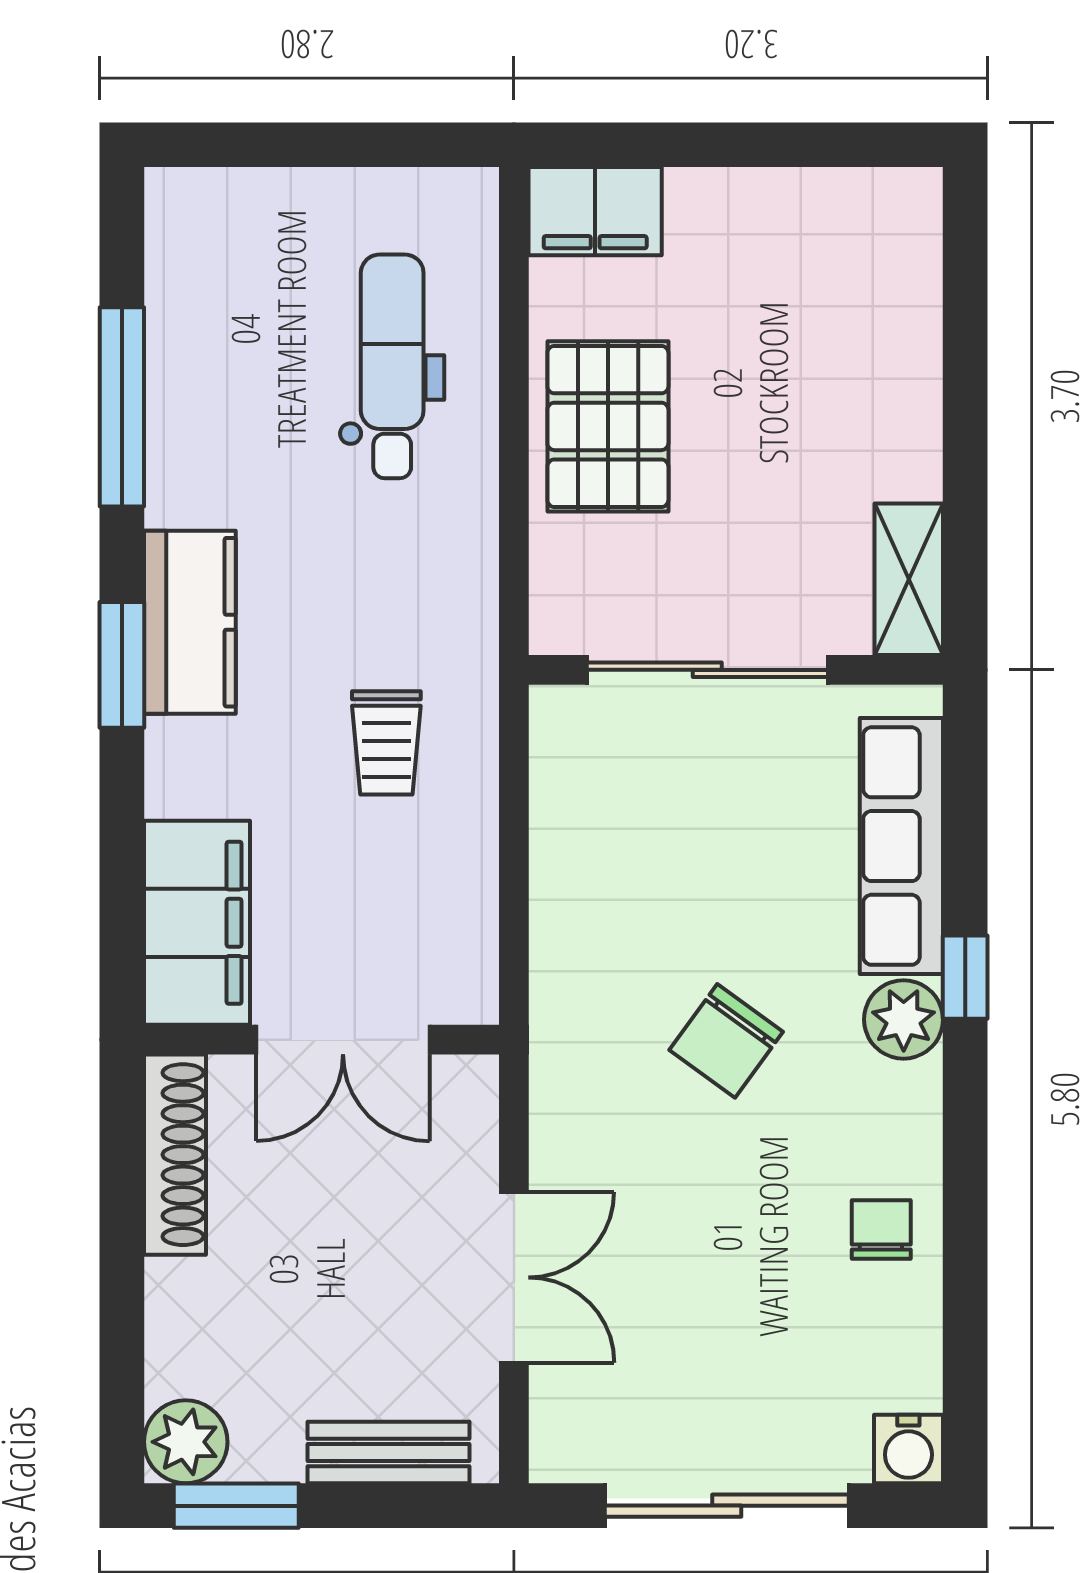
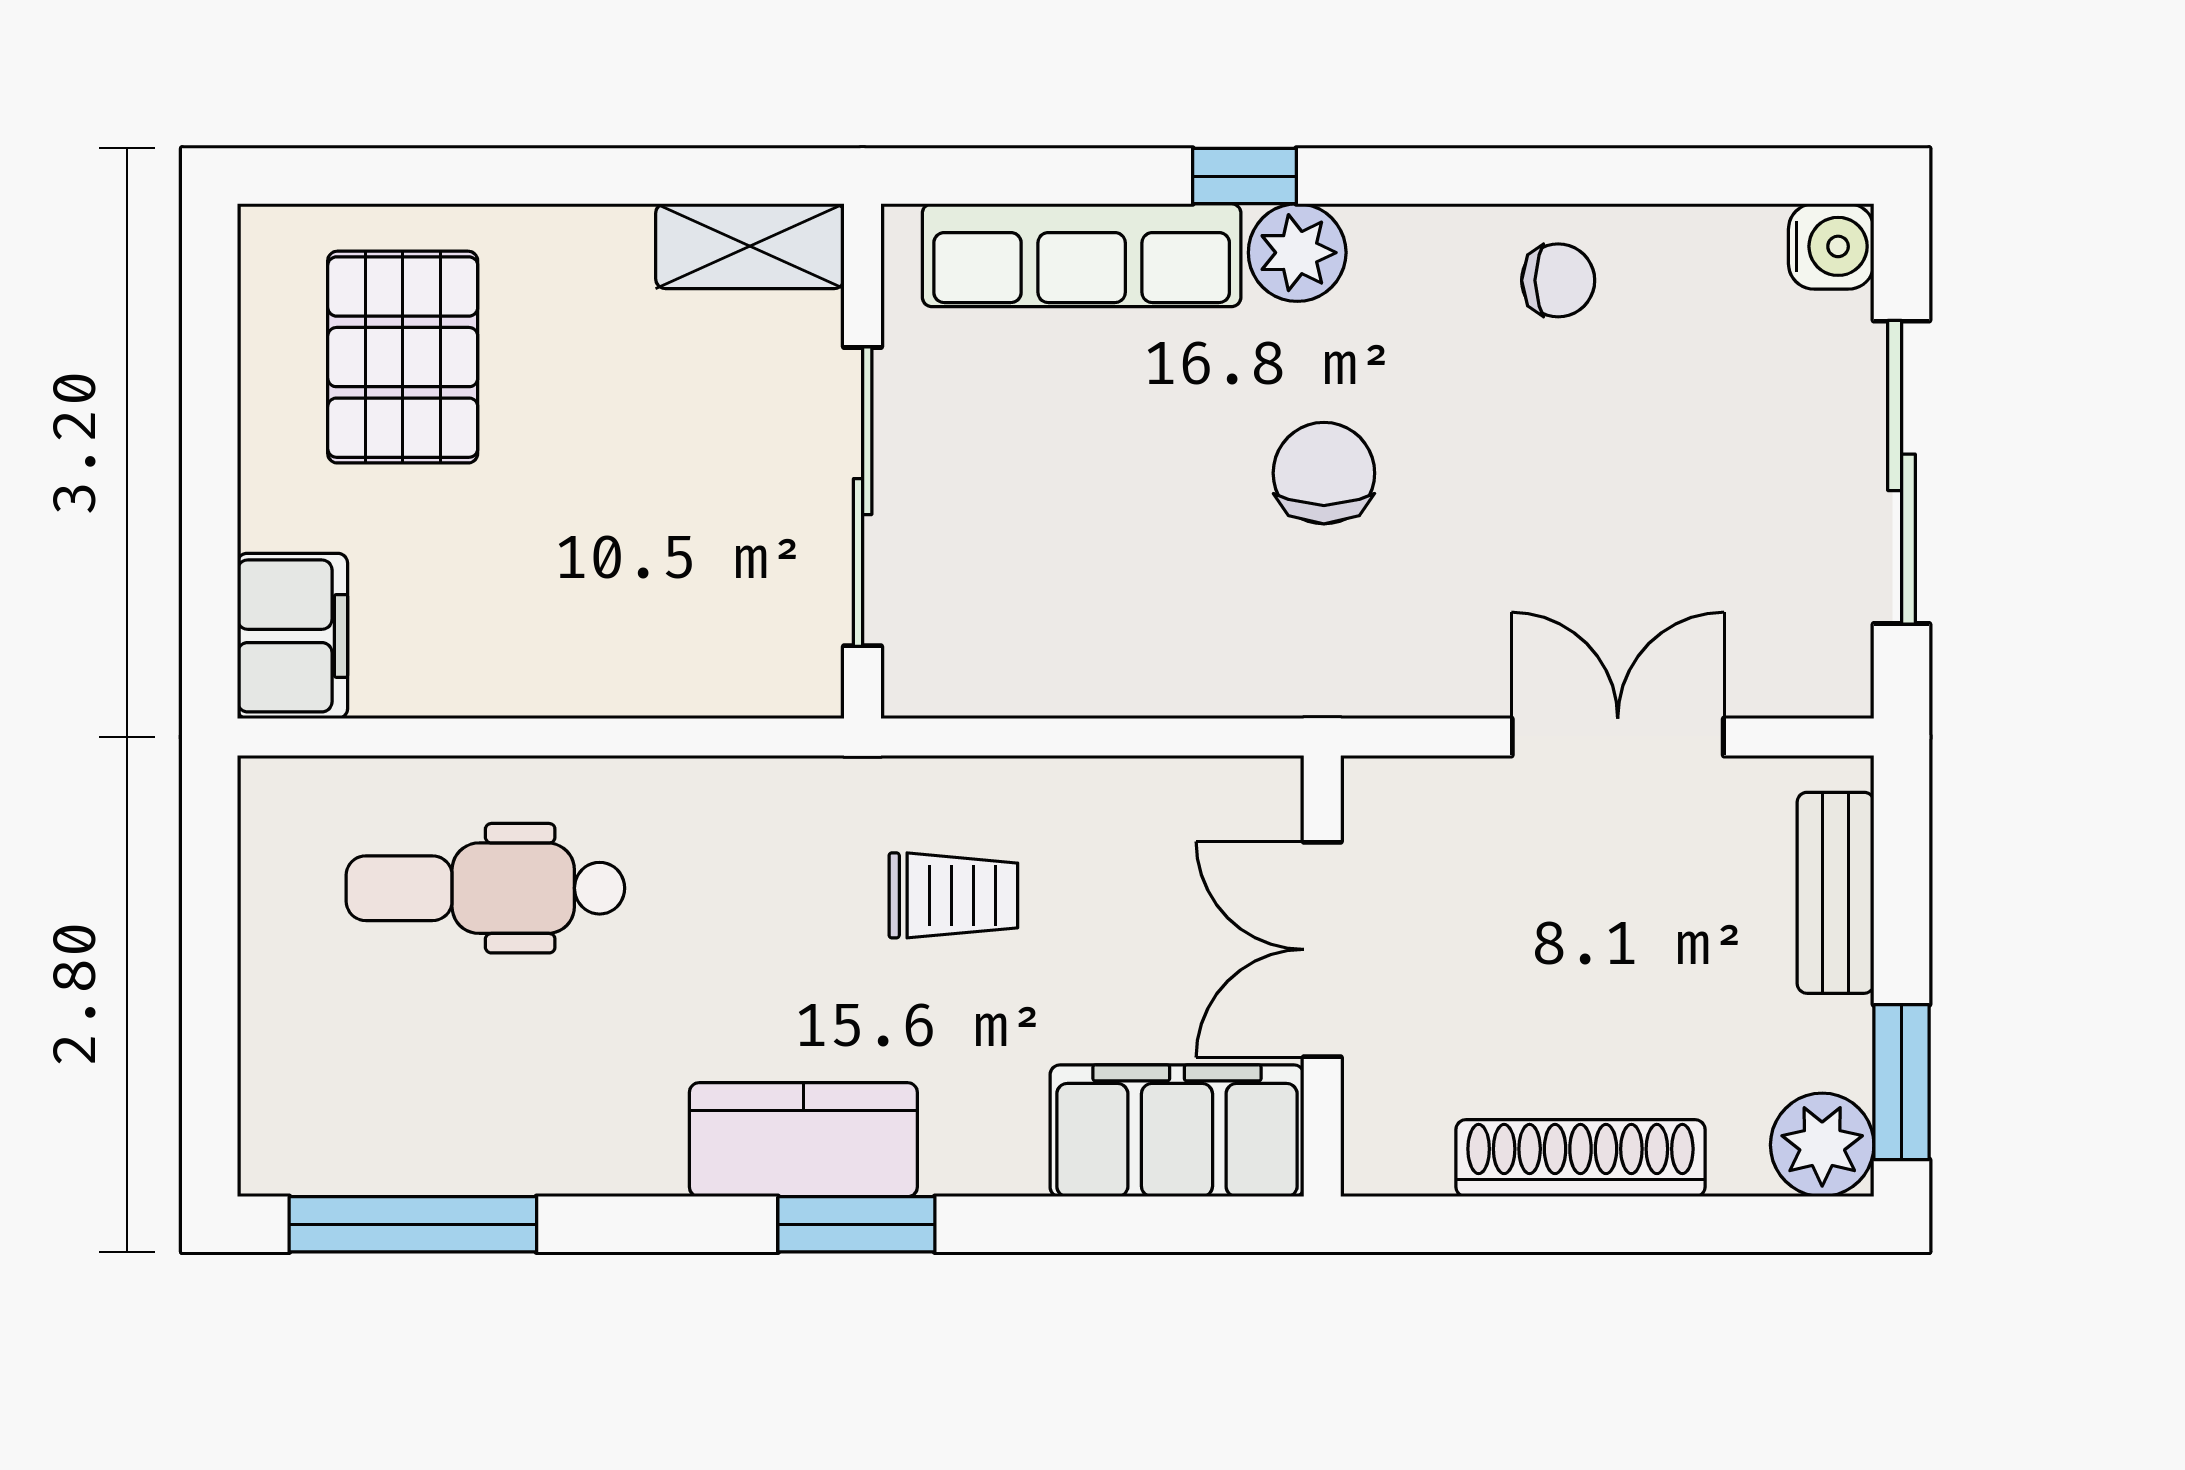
window: (122, 407) -> (413, 1224), moved
pallet: (608, 426) -> (403, 357), moved, turned 90
double door: (343, 1040) -> (1322, 949), swing flipped
chair: (726, 1041) -> (1324, 473), turned -126
shoe rack: (175, 1155) -> (1580, 1158), moved
chair: (881, 1229) -> (1558, 280), turned 180

